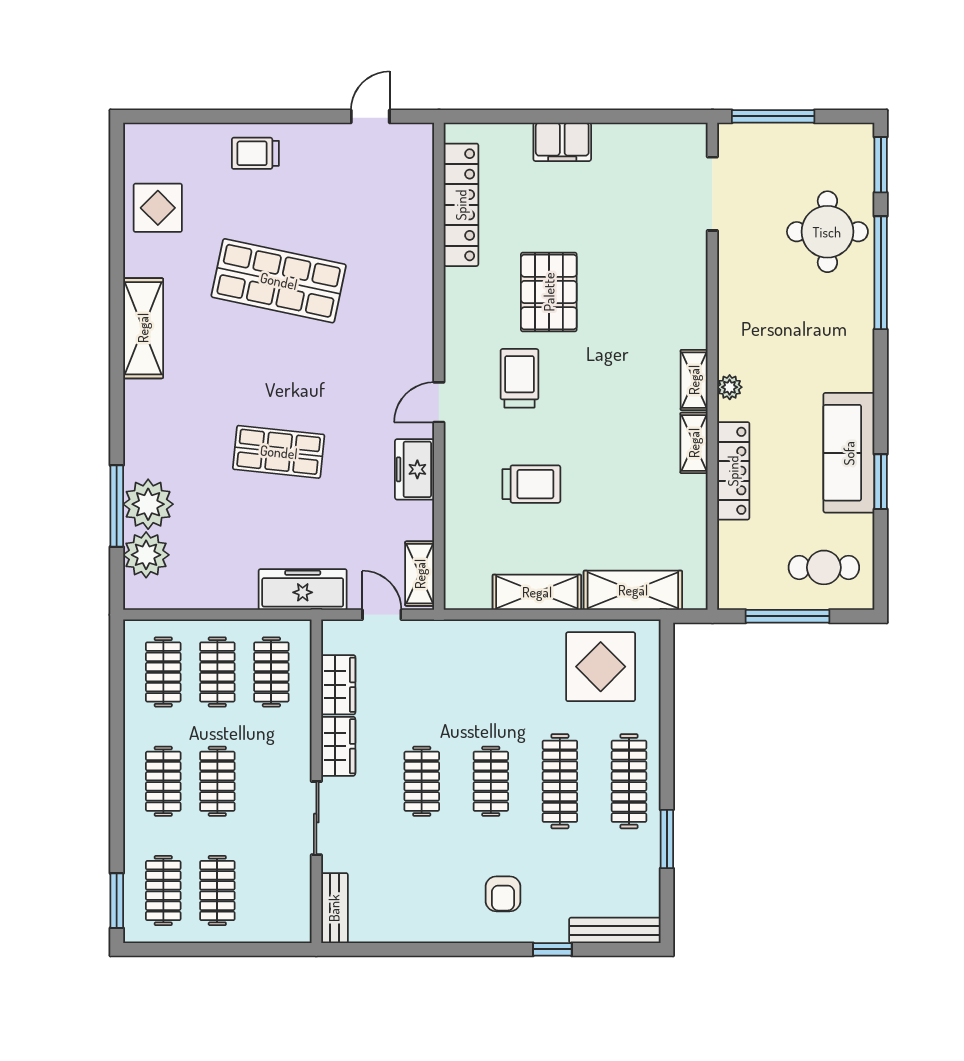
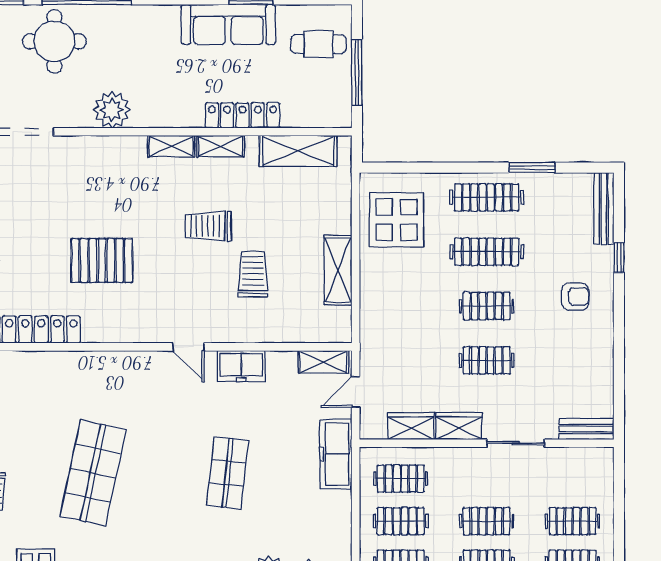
trolley: (519, 378) -> (208, 226), moved
plant: (730, 387) -> (112, 110), moved, width x1.87, depth x1.87
cafe table: (824, 567) -> (318, 44), turned 90
shelving: (633, 590) -> (298, 151), moved, turned 90

